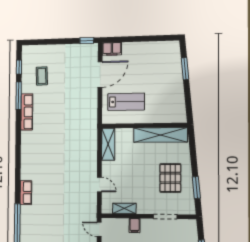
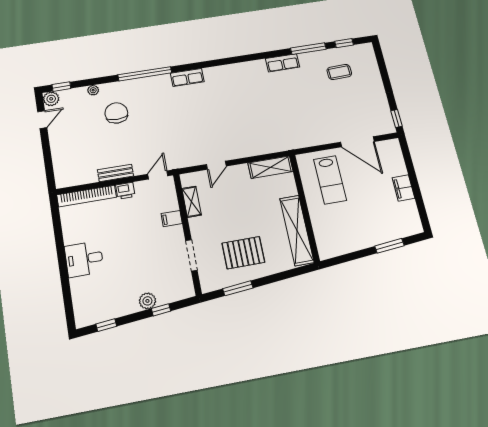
filing cabinet: (112, 49) -> (403, 188), moved
row of seats: (27, 112) -> (283, 63), width x0.68

